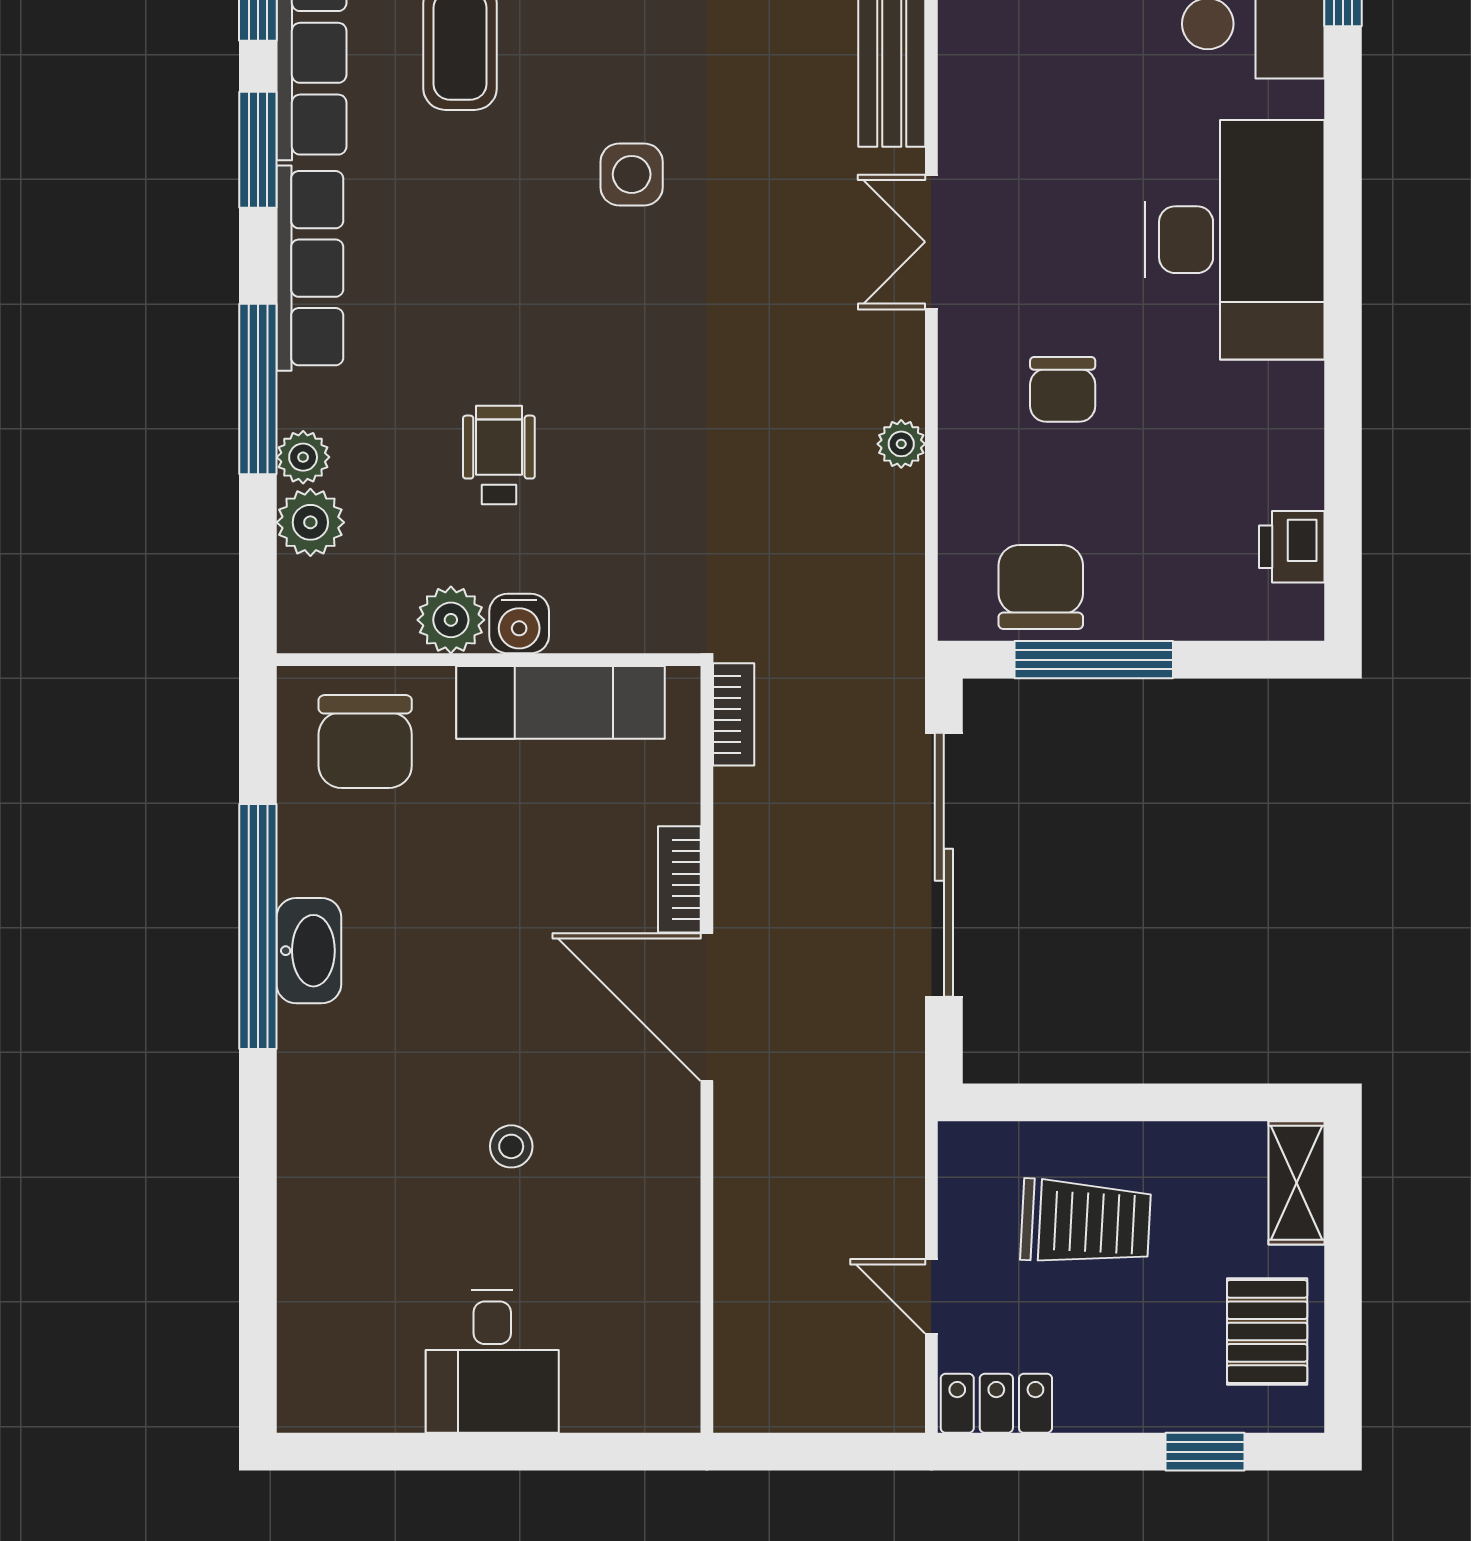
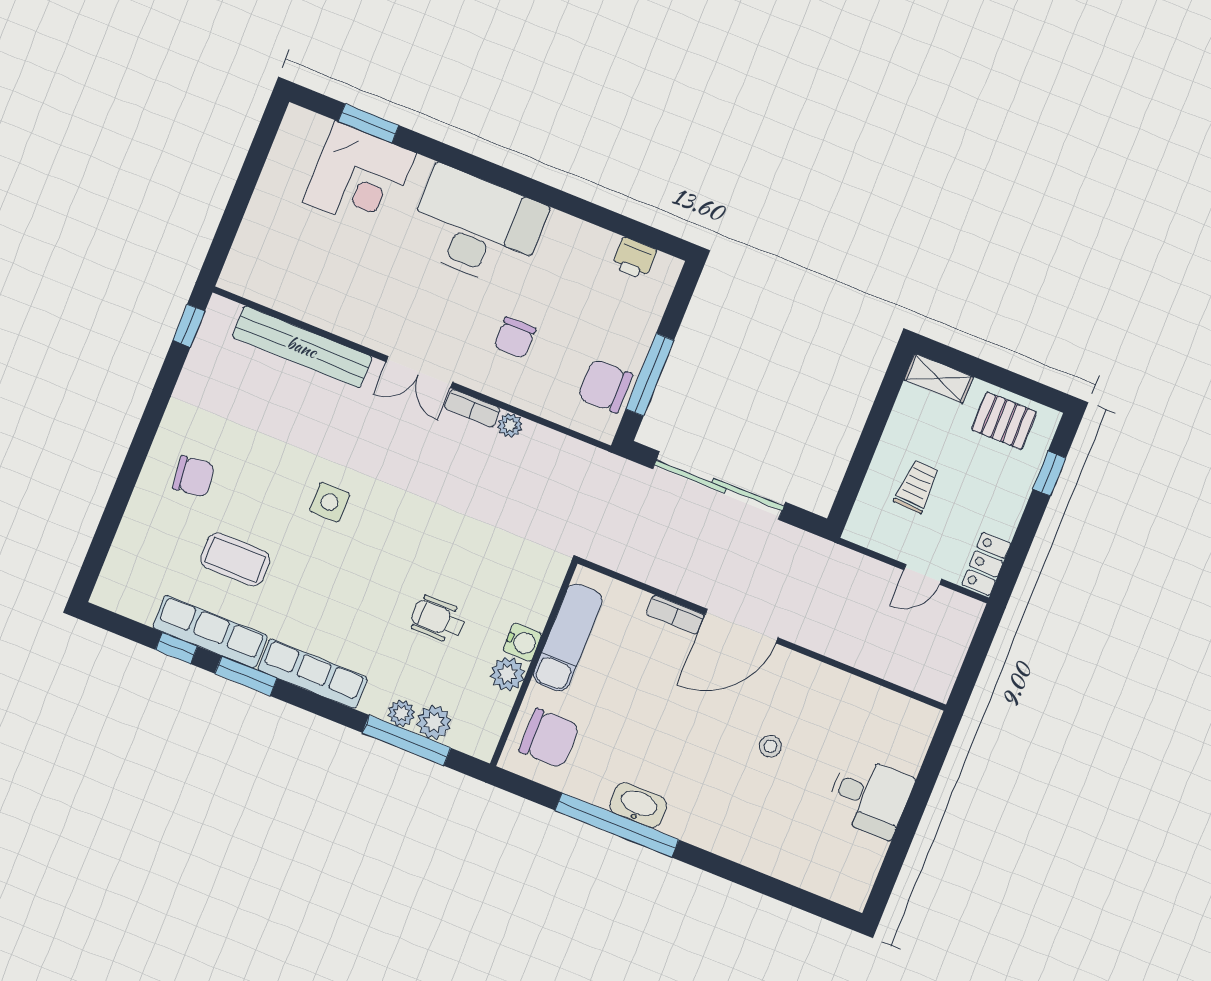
window: (258, 389) -> (407, 740), moved
chair: (1063, 389) -> (515, 338), turned 90
bookcase: (734, 714) -> (472, 408), moved, turned 180
trolley: (1086, 1222) -> (917, 486), width x0.73, depth x0.72

